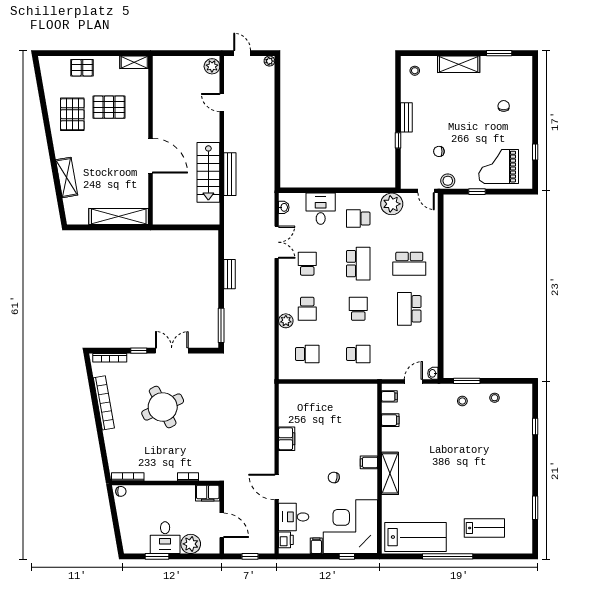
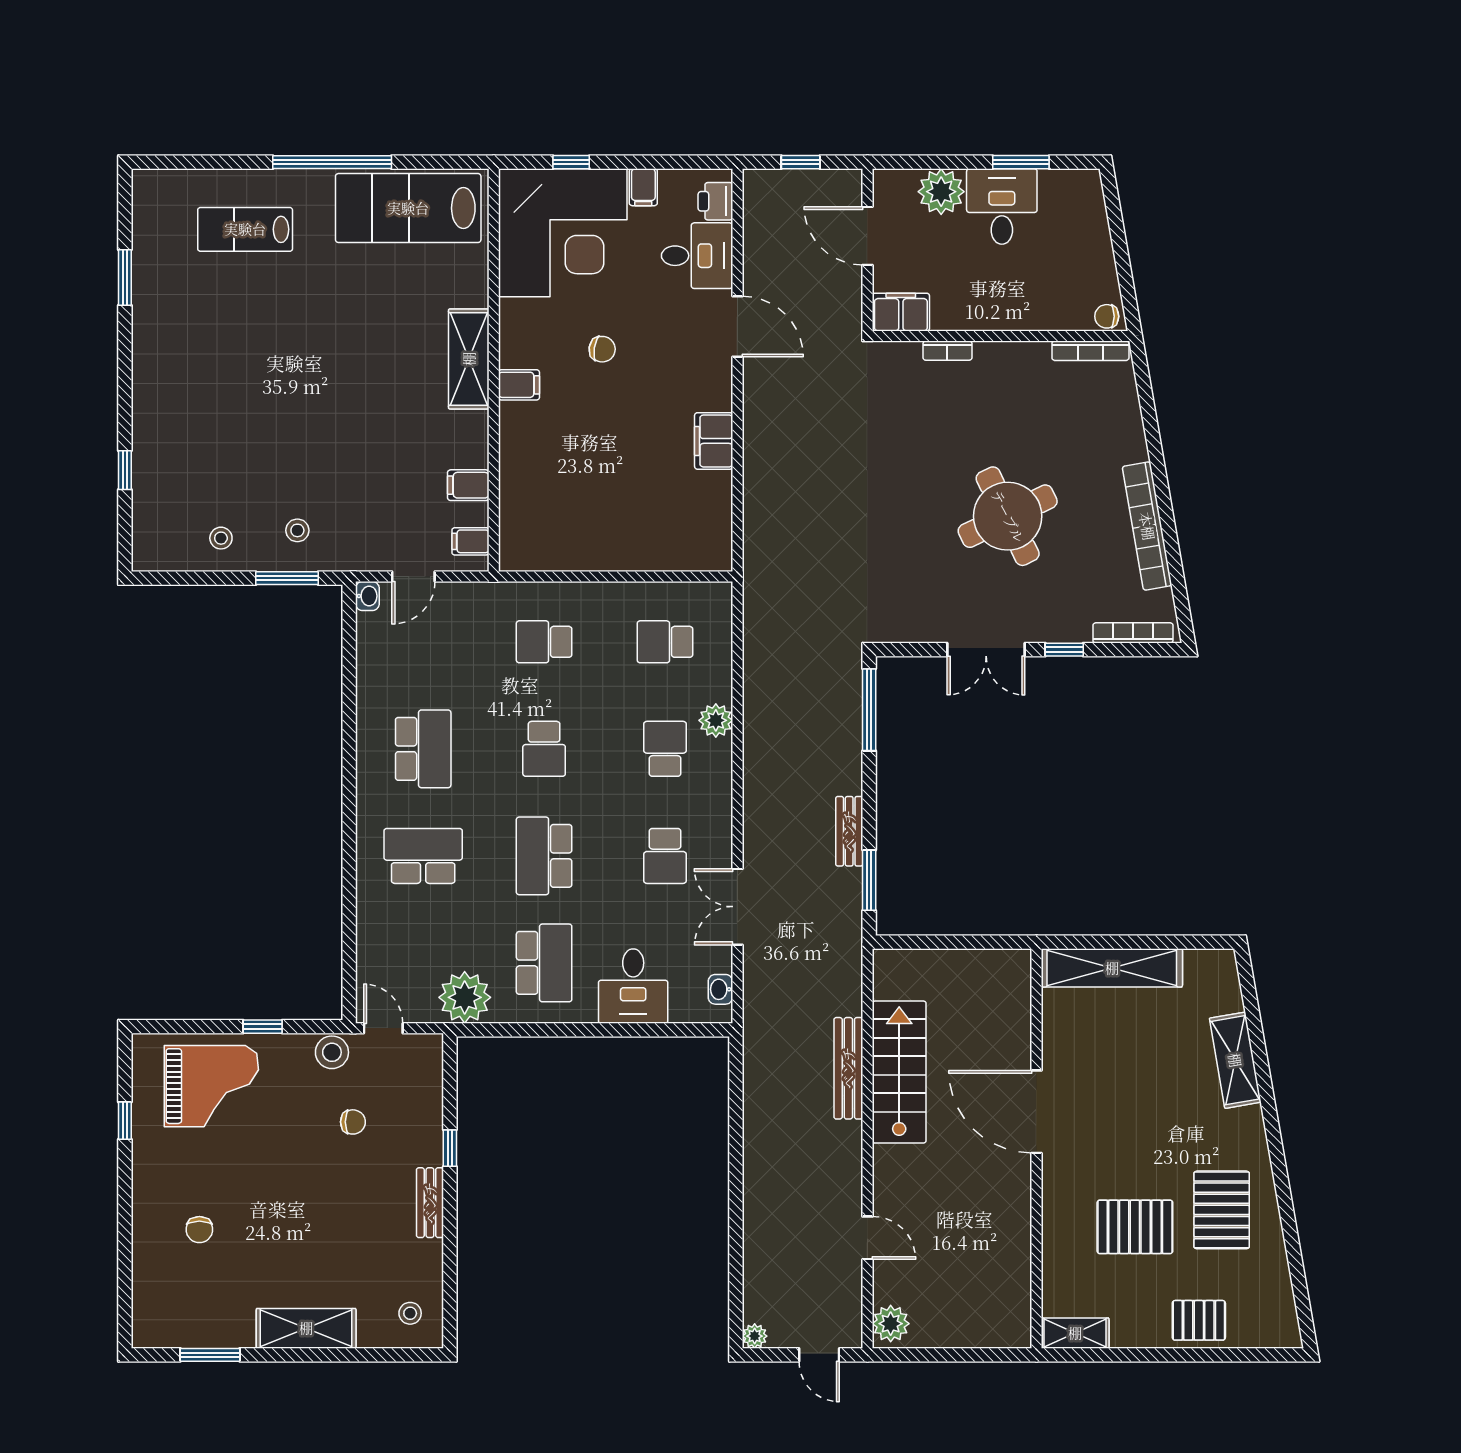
school desk: (358, 218) -> (544, 963), width x1.85
window: (221, 253) -> (869, 880), added

